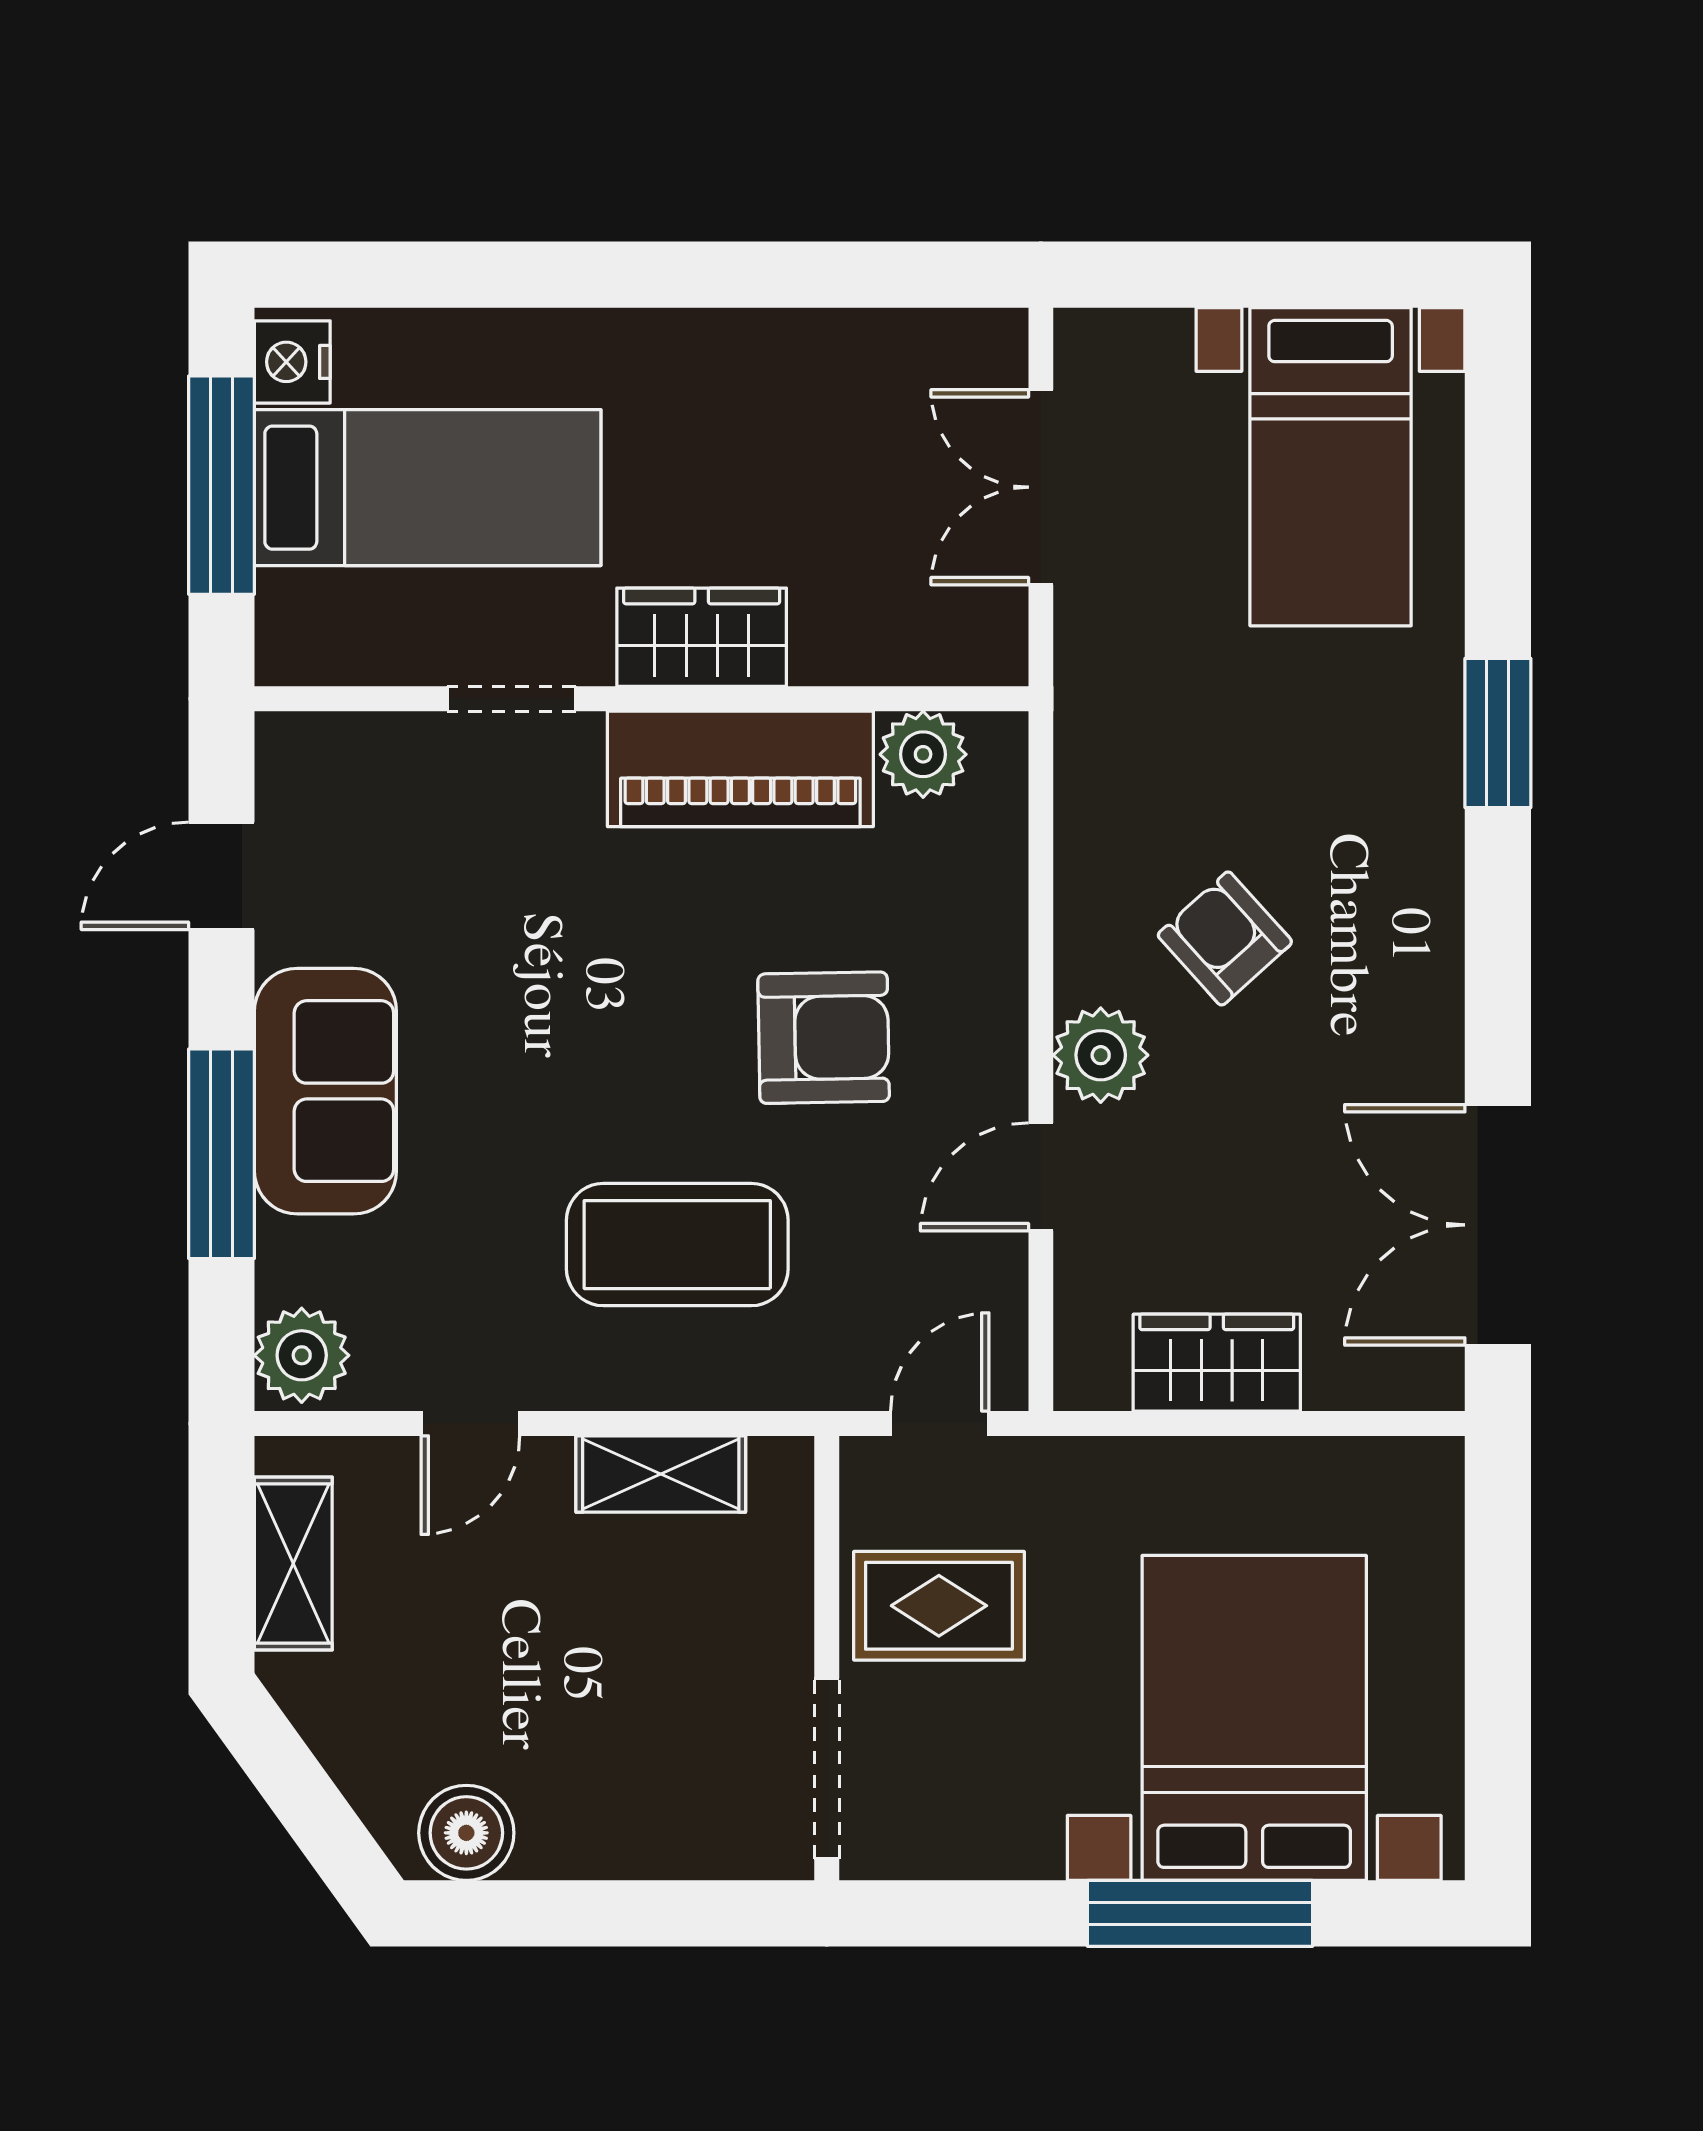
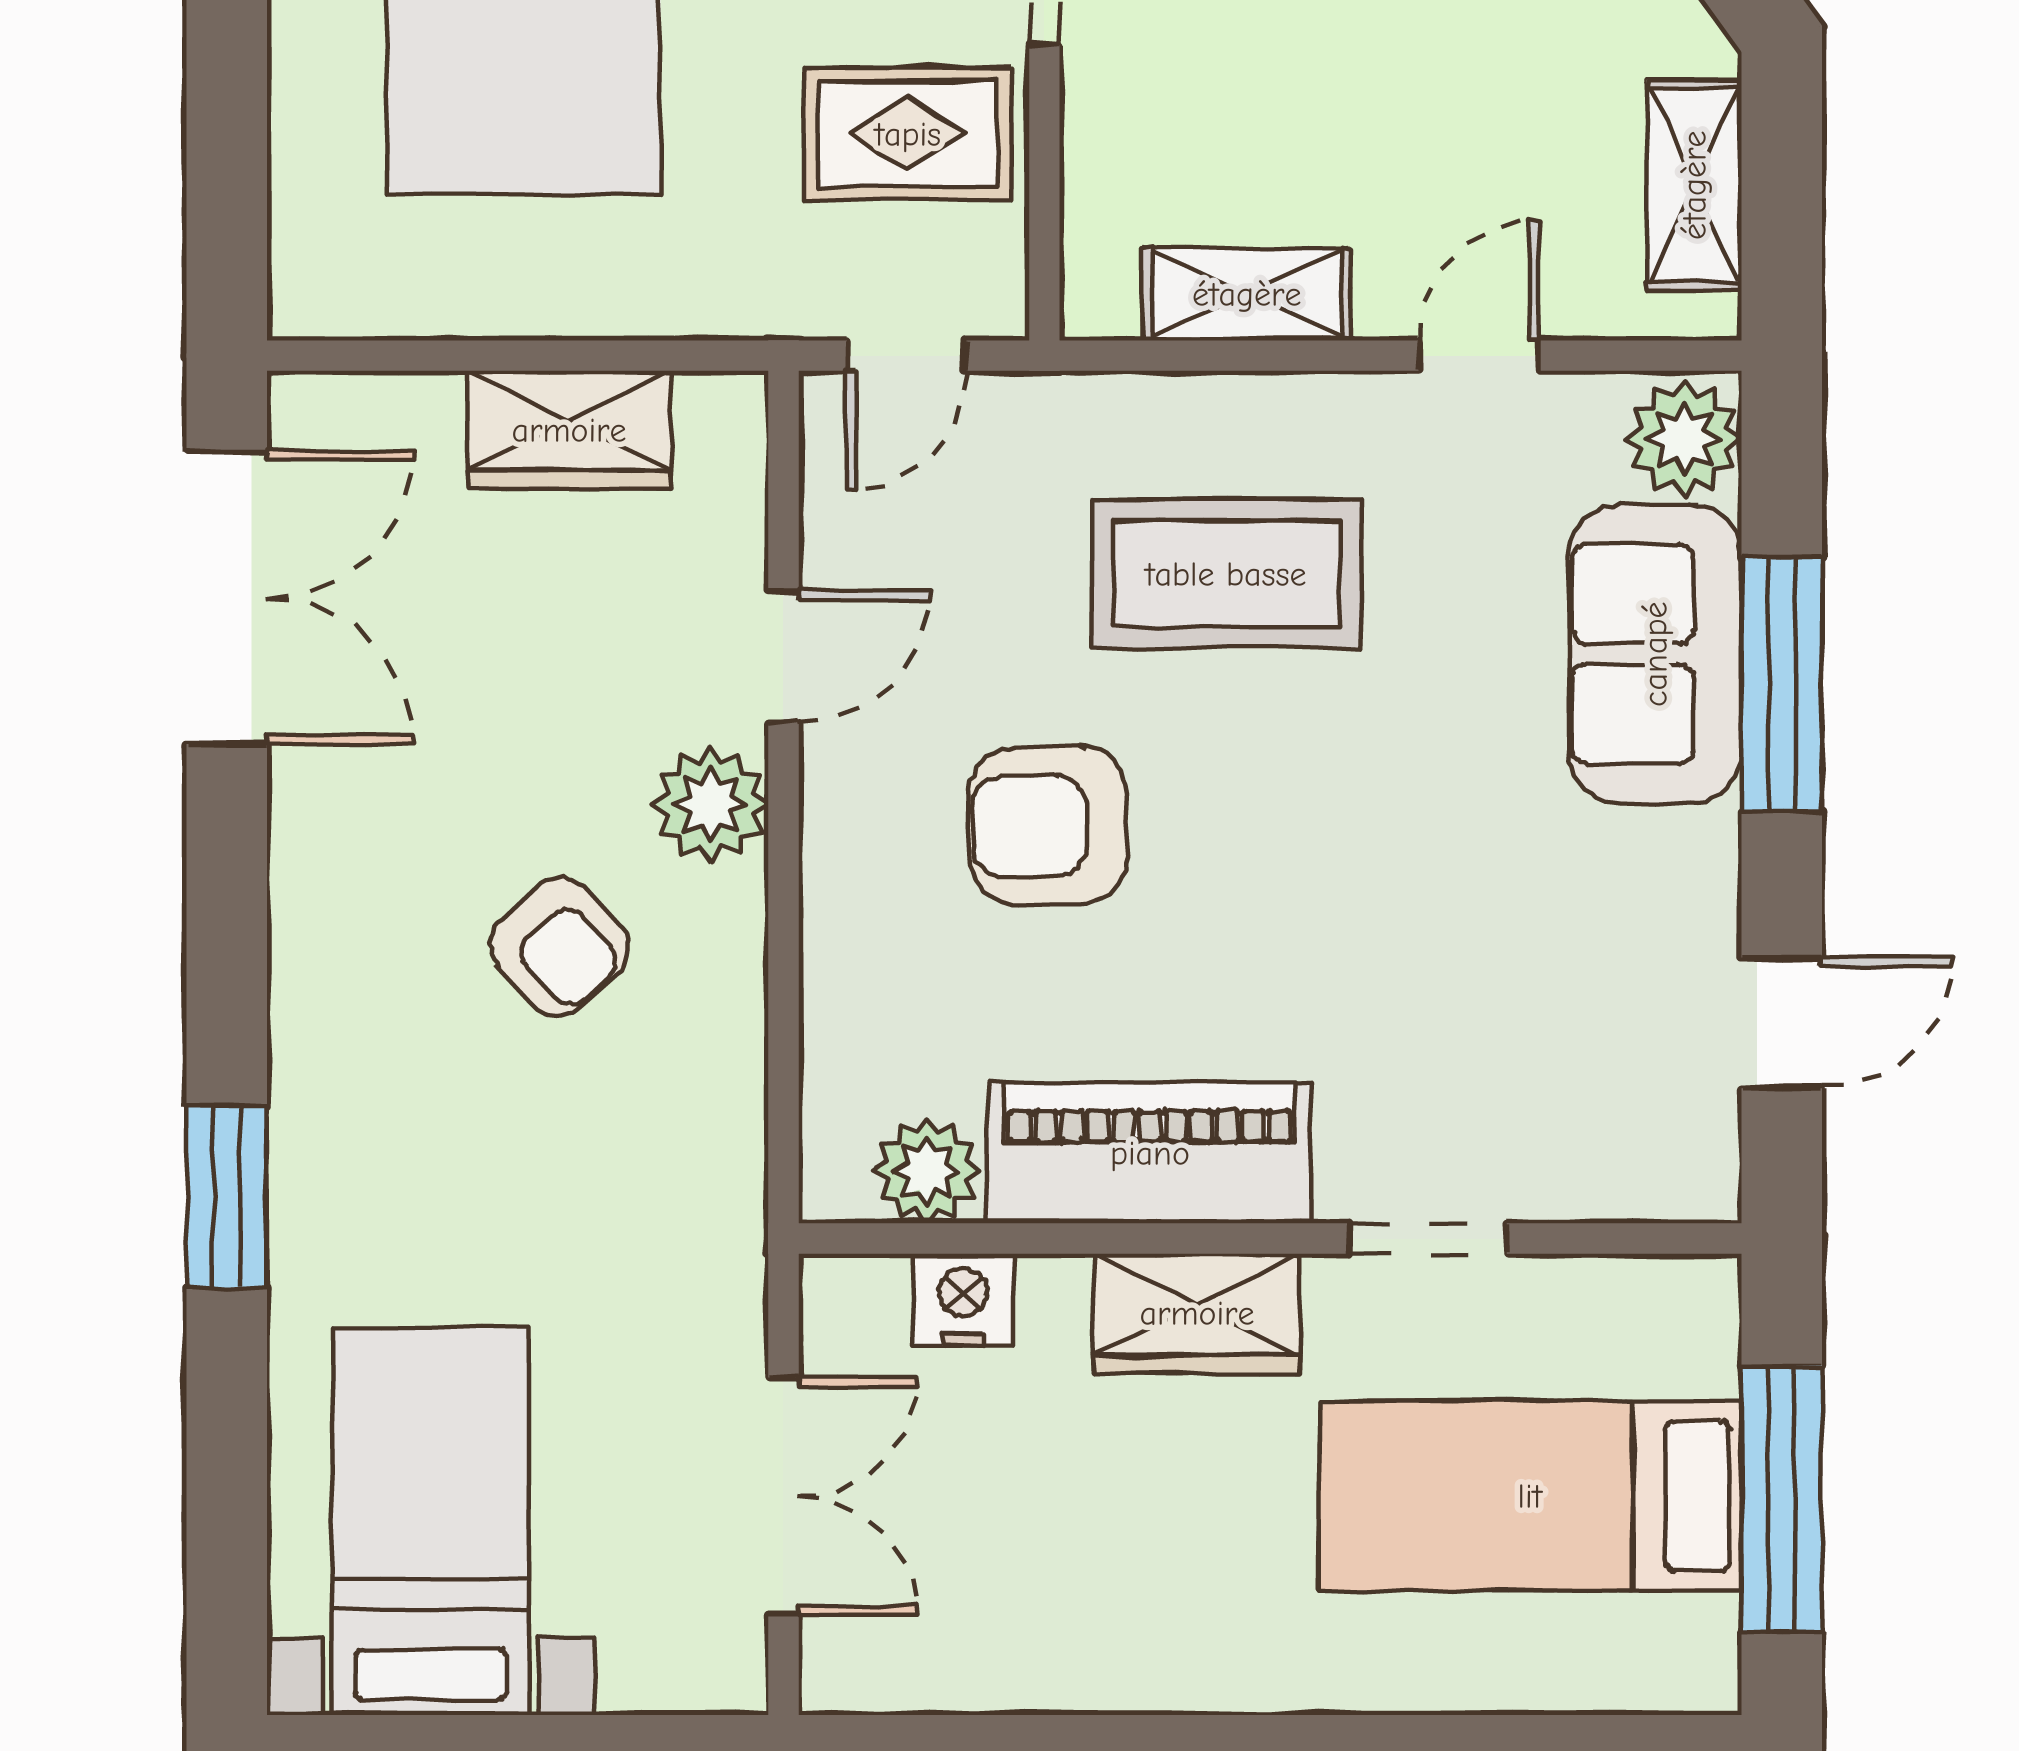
nightstand: (292, 362) -> (963, 1300), moved, turned -90
sofa: (325, 1091) -> (1655, 654), moved

